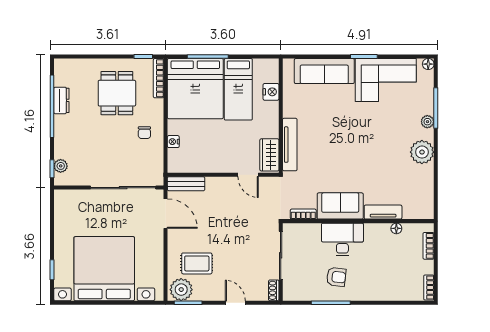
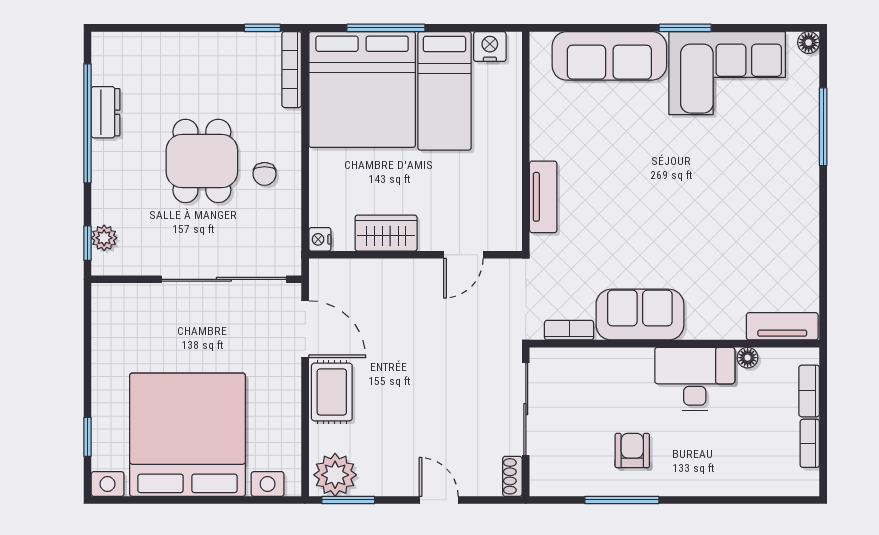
nightstand: (271, 92) -> (490, 46), moved, turned -90
dining table: (117, 93) -> (202, 161), moved
plant: (427, 122) -> (807, 153), removed
nightstand: (173, 142) -> (320, 239), moved
tv unit: (290, 145) -> (543, 197), width x0.71
plant: (422, 152) -> (797, 211), removed
wardrobe: (269, 155) -> (386, 233), moved, turned 90
door: (248, 175) -> (463, 255), hinge flipped
bench: (186, 184) -> (344, 272), removed
tv unit: (383, 212) -> (782, 326), moved
desk: (342, 239) -> (695, 379), moved
rug: (197, 263) -> (332, 392), moved, turned 90
armchair: (336, 277) -> (632, 450), turned -97
bookcase: (429, 288) -> (810, 443), moved

